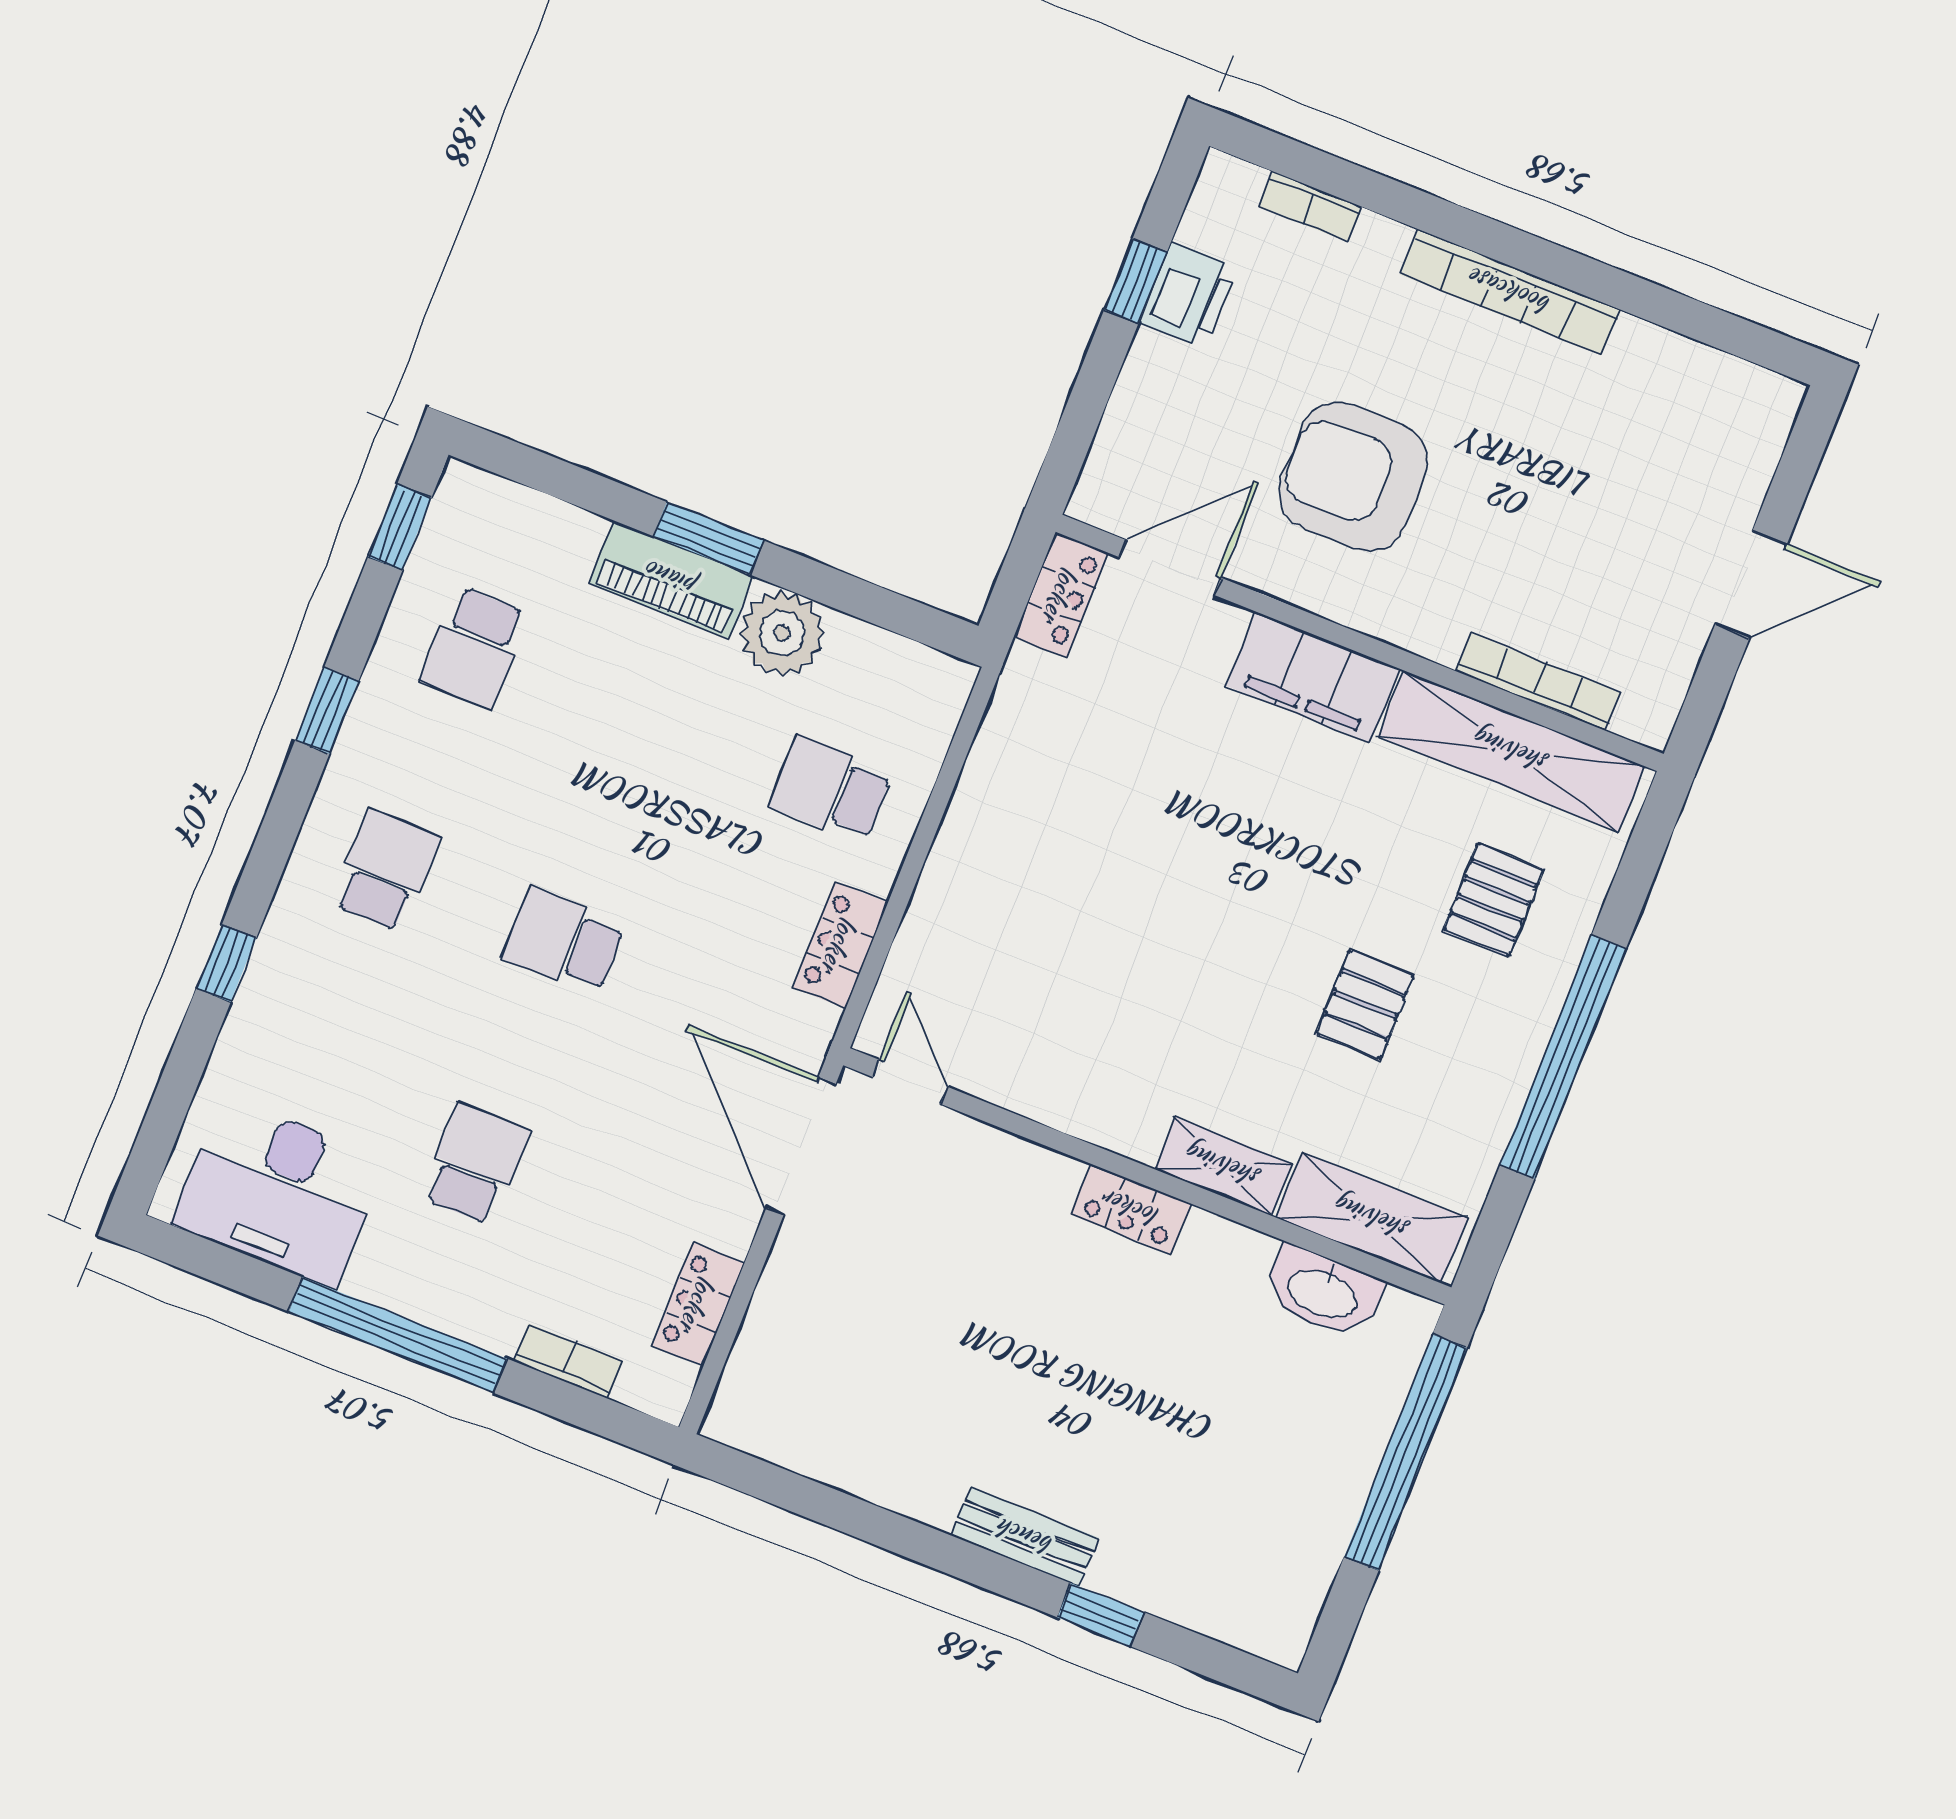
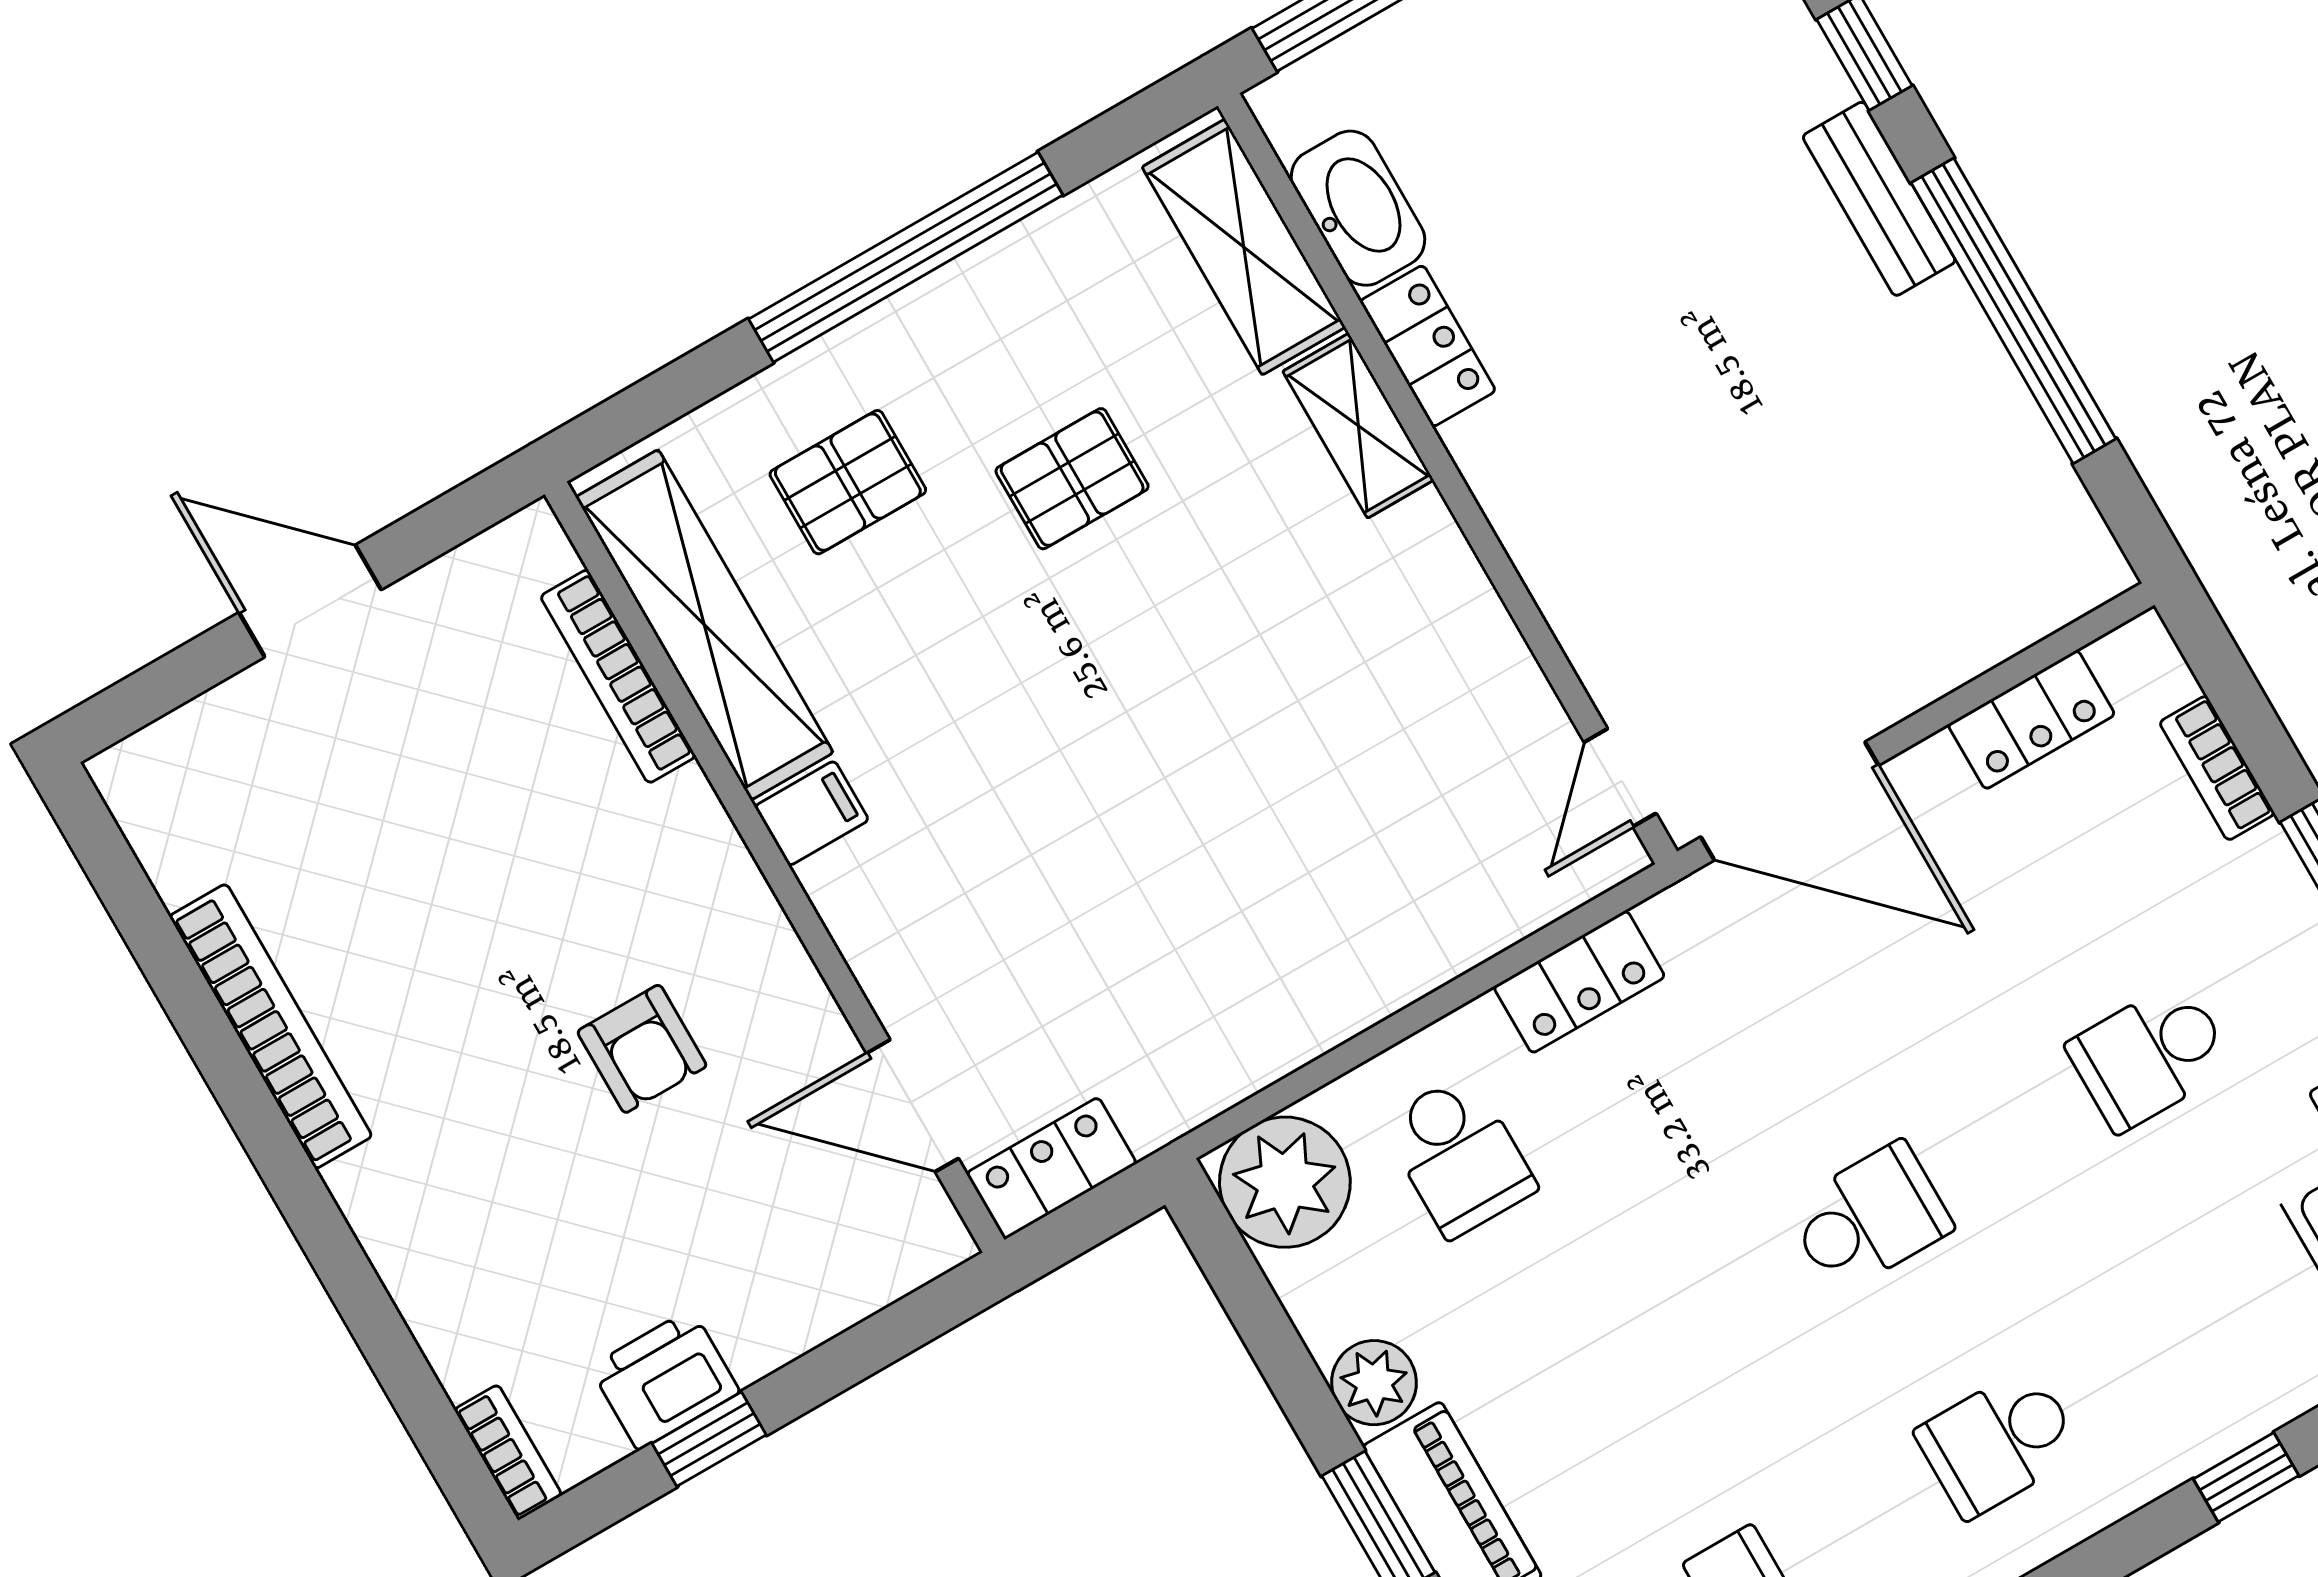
bookcase: (1310, 207) -> (508, 1452), moved
bookcase: (1510, 292) -> (271, 1026), moved
armchair: (1353, 477) -> (642, 1049), width x0.53, depth x0.53
plant: (782, 633) -> (1374, 1383), width x0.73, depth x0.73
filing cabinet: (1313, 677) -> (812, 813), width x0.33, depth x0.86
plant: (919, 694) -> (1285, 1182), added
school desk: (564, 941) -> (1869, 1218), turned -90
door: (801, 1146) -> (1790, 801), hinge flipped
locker: (1131, 1209) -> (1428, 346), moved
window: (896, 1533) -> (2013, 311), added

